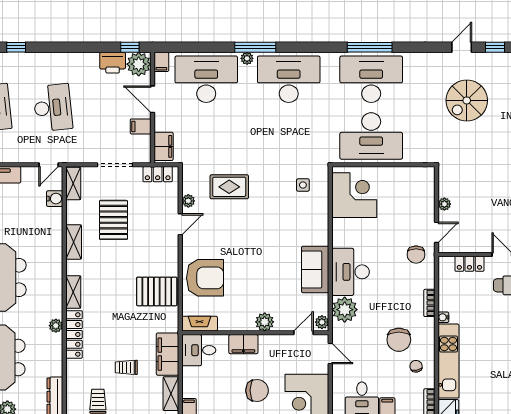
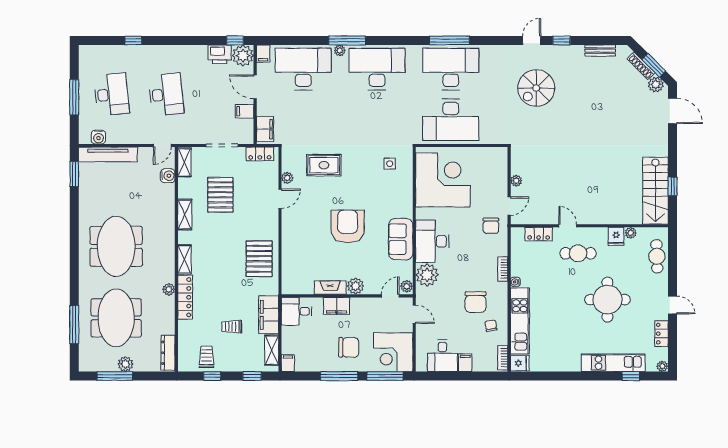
corner desk: (354, 195) -> (443, 180), width x1.36, depth x1.36
armchair: (205, 278) -> (348, 226), moved, turned -90
pallet: (157, 291) -> (259, 259), turned 90
fireplace: (200, 324) -> (330, 288), moved

